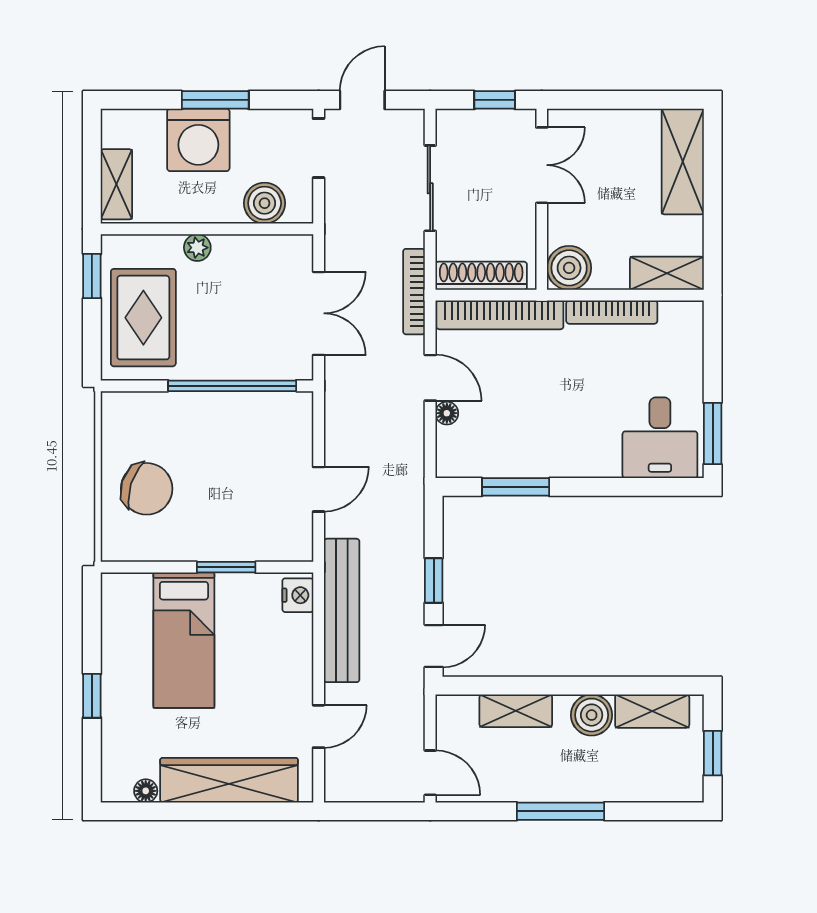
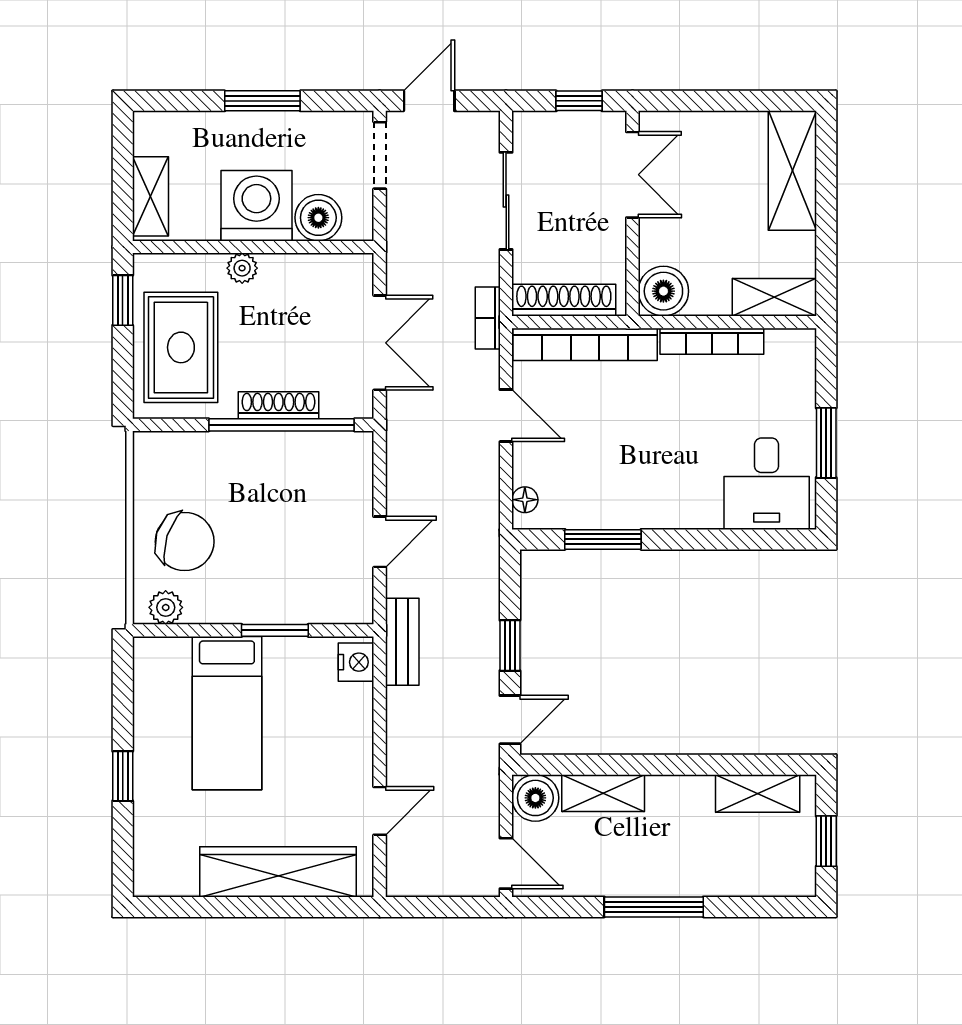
washing machine: (198, 140) -> (256, 206), moved, turned 180
bookcase: (414, 292) -> (488, 318), width x0.64
shoe rack: (229, 369) -> (279, 405), added
floor lamp: (447, 413) -> (525, 500), moved
window: (713, 434) -> (826, 443), moved
plant: (130, 547) -> (166, 607), added
bench: (342, 610) -> (402, 642), width x0.54, depth x0.82
boiler: (592, 715) -> (535, 798), moved
floor lamp: (146, 791) -> (184, 884), removed

